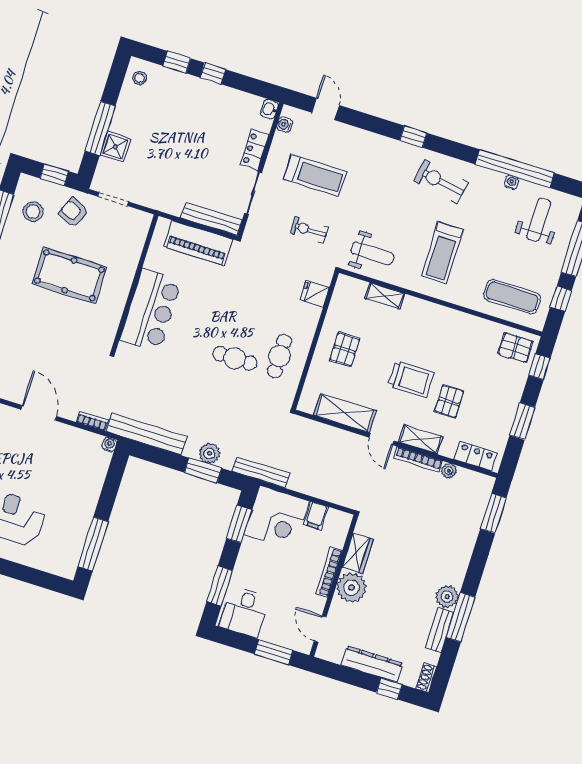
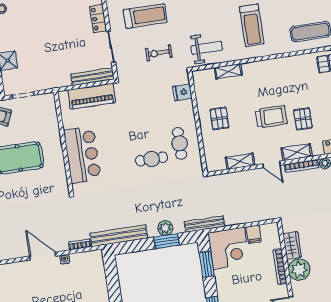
shelving: (345, 413) -> (240, 161), width x0.67, depth x0.75
water cooler: (109, 444) -> (65, 259), moved

